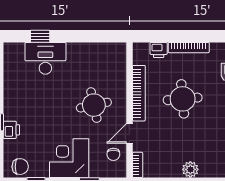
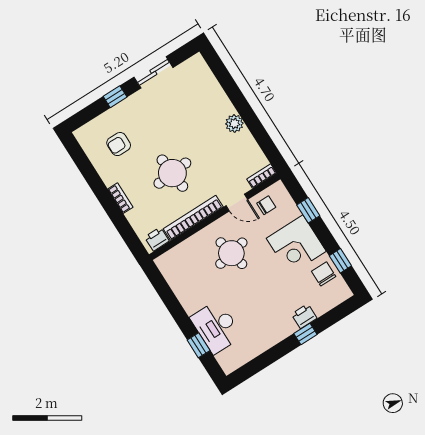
bookcase: (189, 48) -> (120, 198), width x0.64
printer: (159, 50) -> (157, 239), moved, turned -90
chair: (20, 167) -> (324, 274), moved

